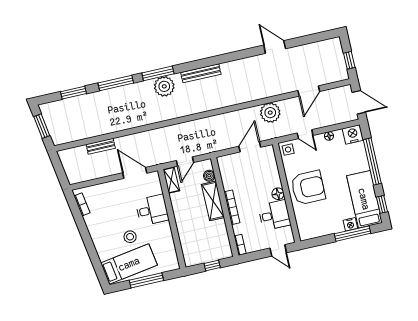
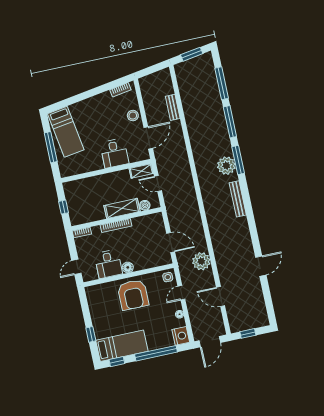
window: (73, 93) -> (222, 83), width x1.44
nightstand: (350, 224) -> (99, 333), removed
window: (352, 234) -> (91, 334), width x0.46
stool: (130, 237) -> (133, 116), moved

